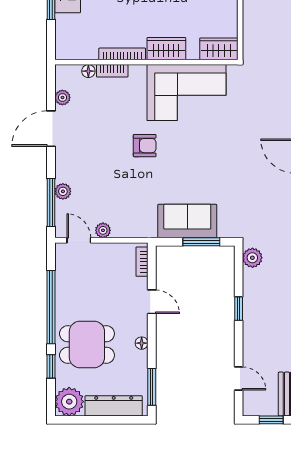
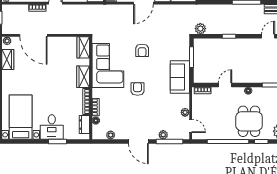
dresser: (81, 51) -> (84, 124), added
door: (51, 129) -> (138, 141), moved
armchair: (214, 154) -> (142, 50), added
sofa: (187, 221) -> (180, 77), moved
door: (79, 240) -> (191, 126), swing flipped

